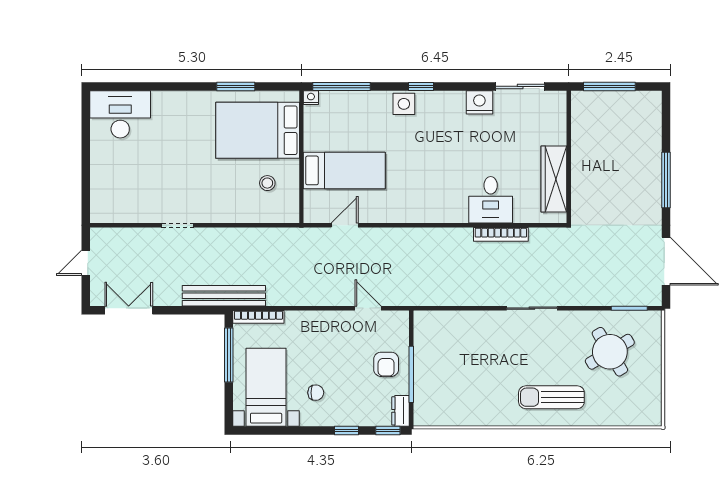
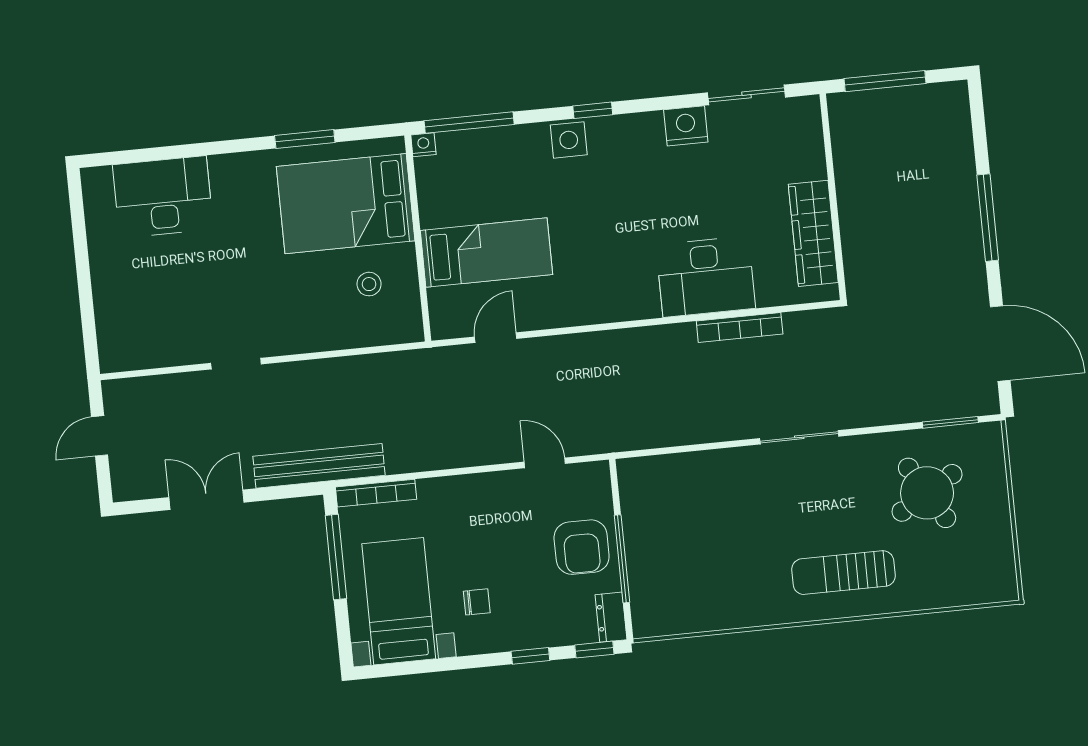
desk: (120, 114) -> (163, 197), moved
desk: (491, 200) -> (706, 277), width x1.37
double door: (129, 310) -> (206, 500), moved
armchair: (386, 364) -> (582, 547), width x1.38, depth x1.38

